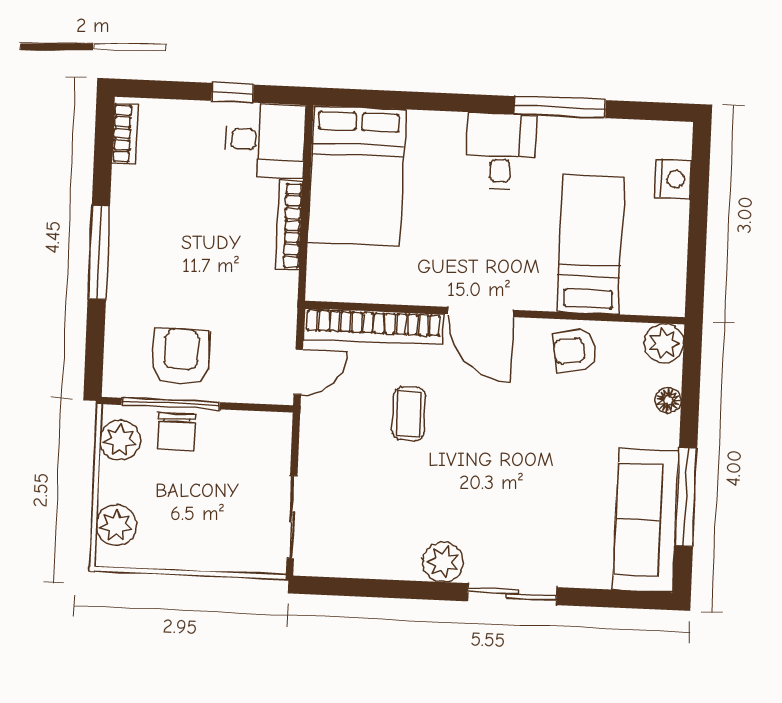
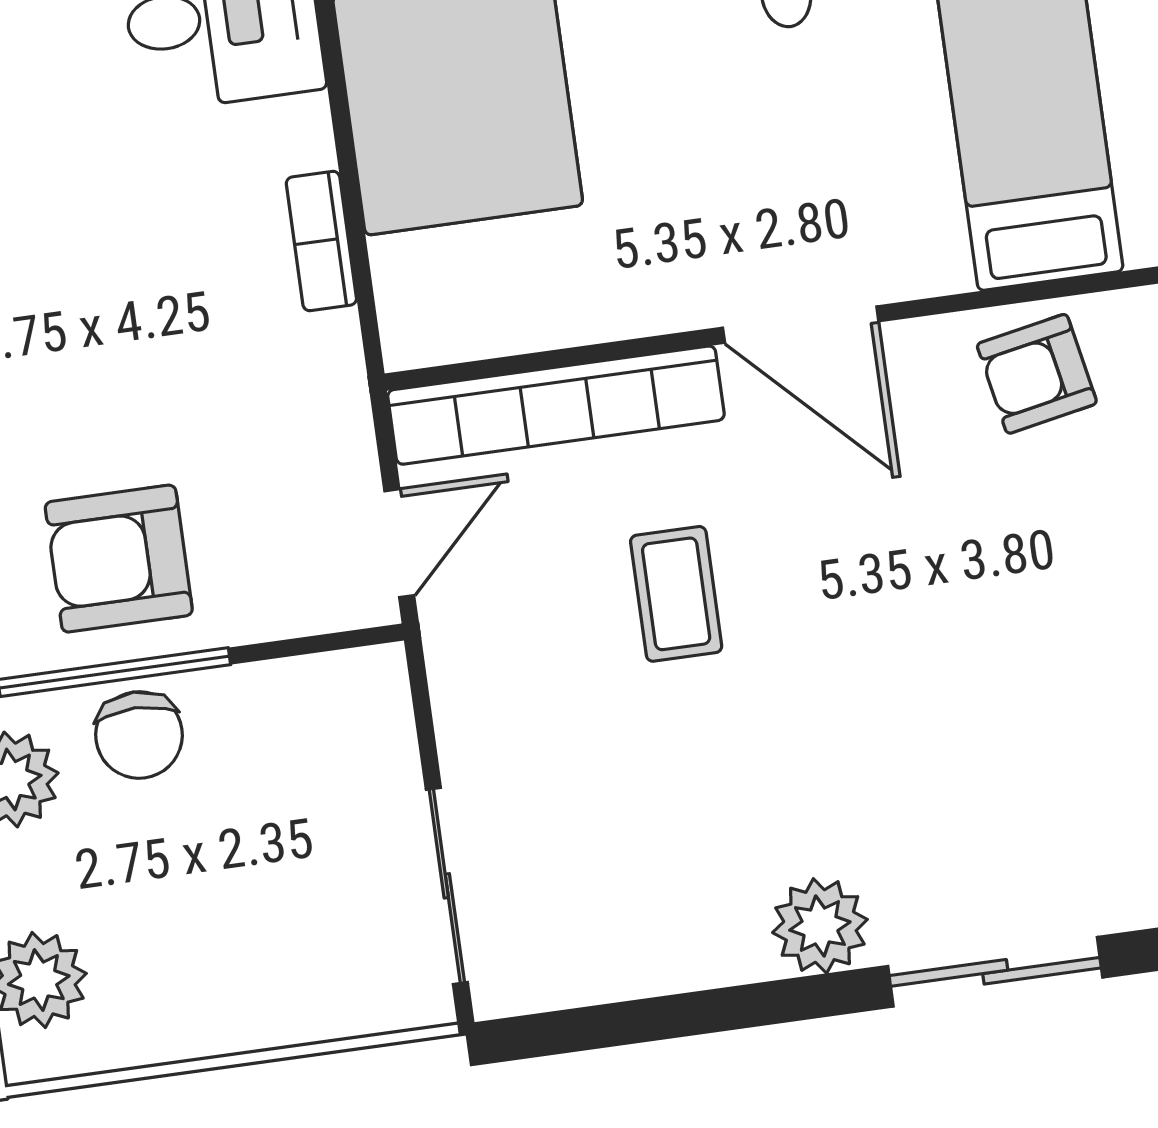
bookcase: (290, 225) -> (321, 241), width x0.64
armchair: (181, 357) -> (119, 559), turned -90

